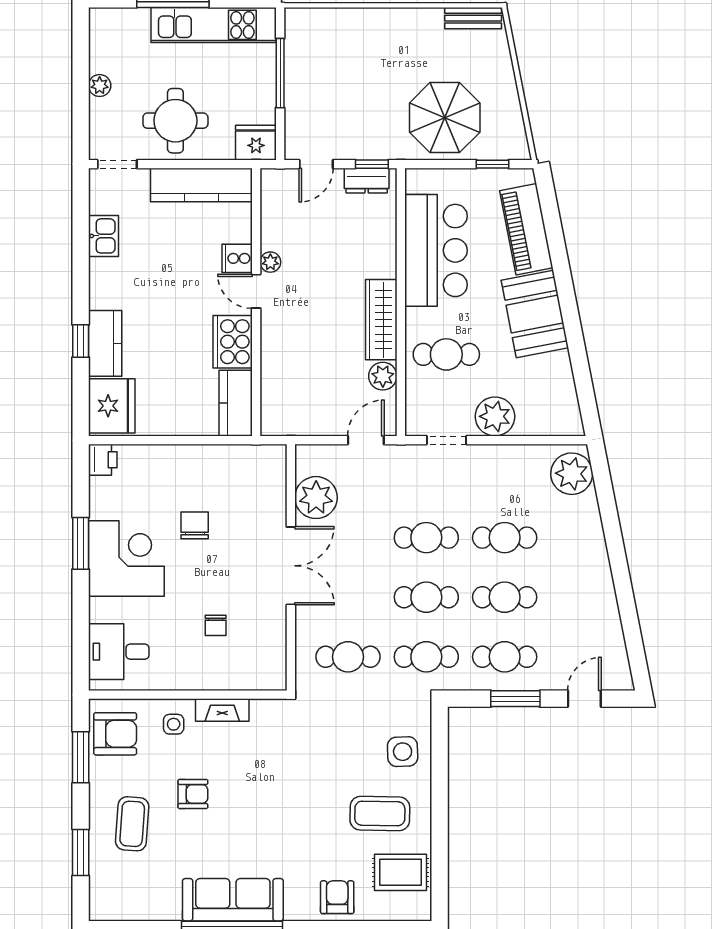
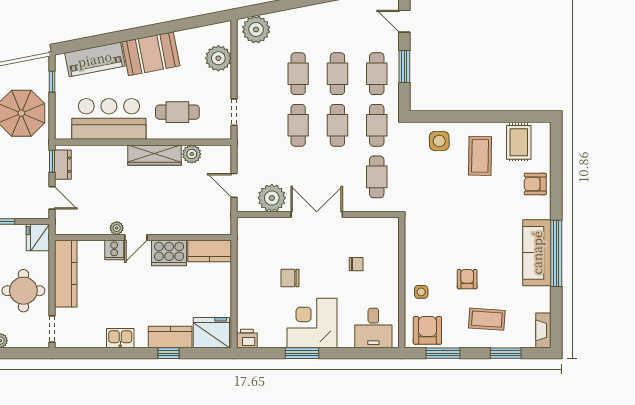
kitchen sink: (103, 236) -> (120, 338), moved
cafe table: (446, 354) -> (177, 112), turned 90
plant: (495, 416) -> (218, 58), moved
door: (366, 440) -> (234, 185), moved
fireplace: (222, 710) -> (543, 330), moved, turned 180

